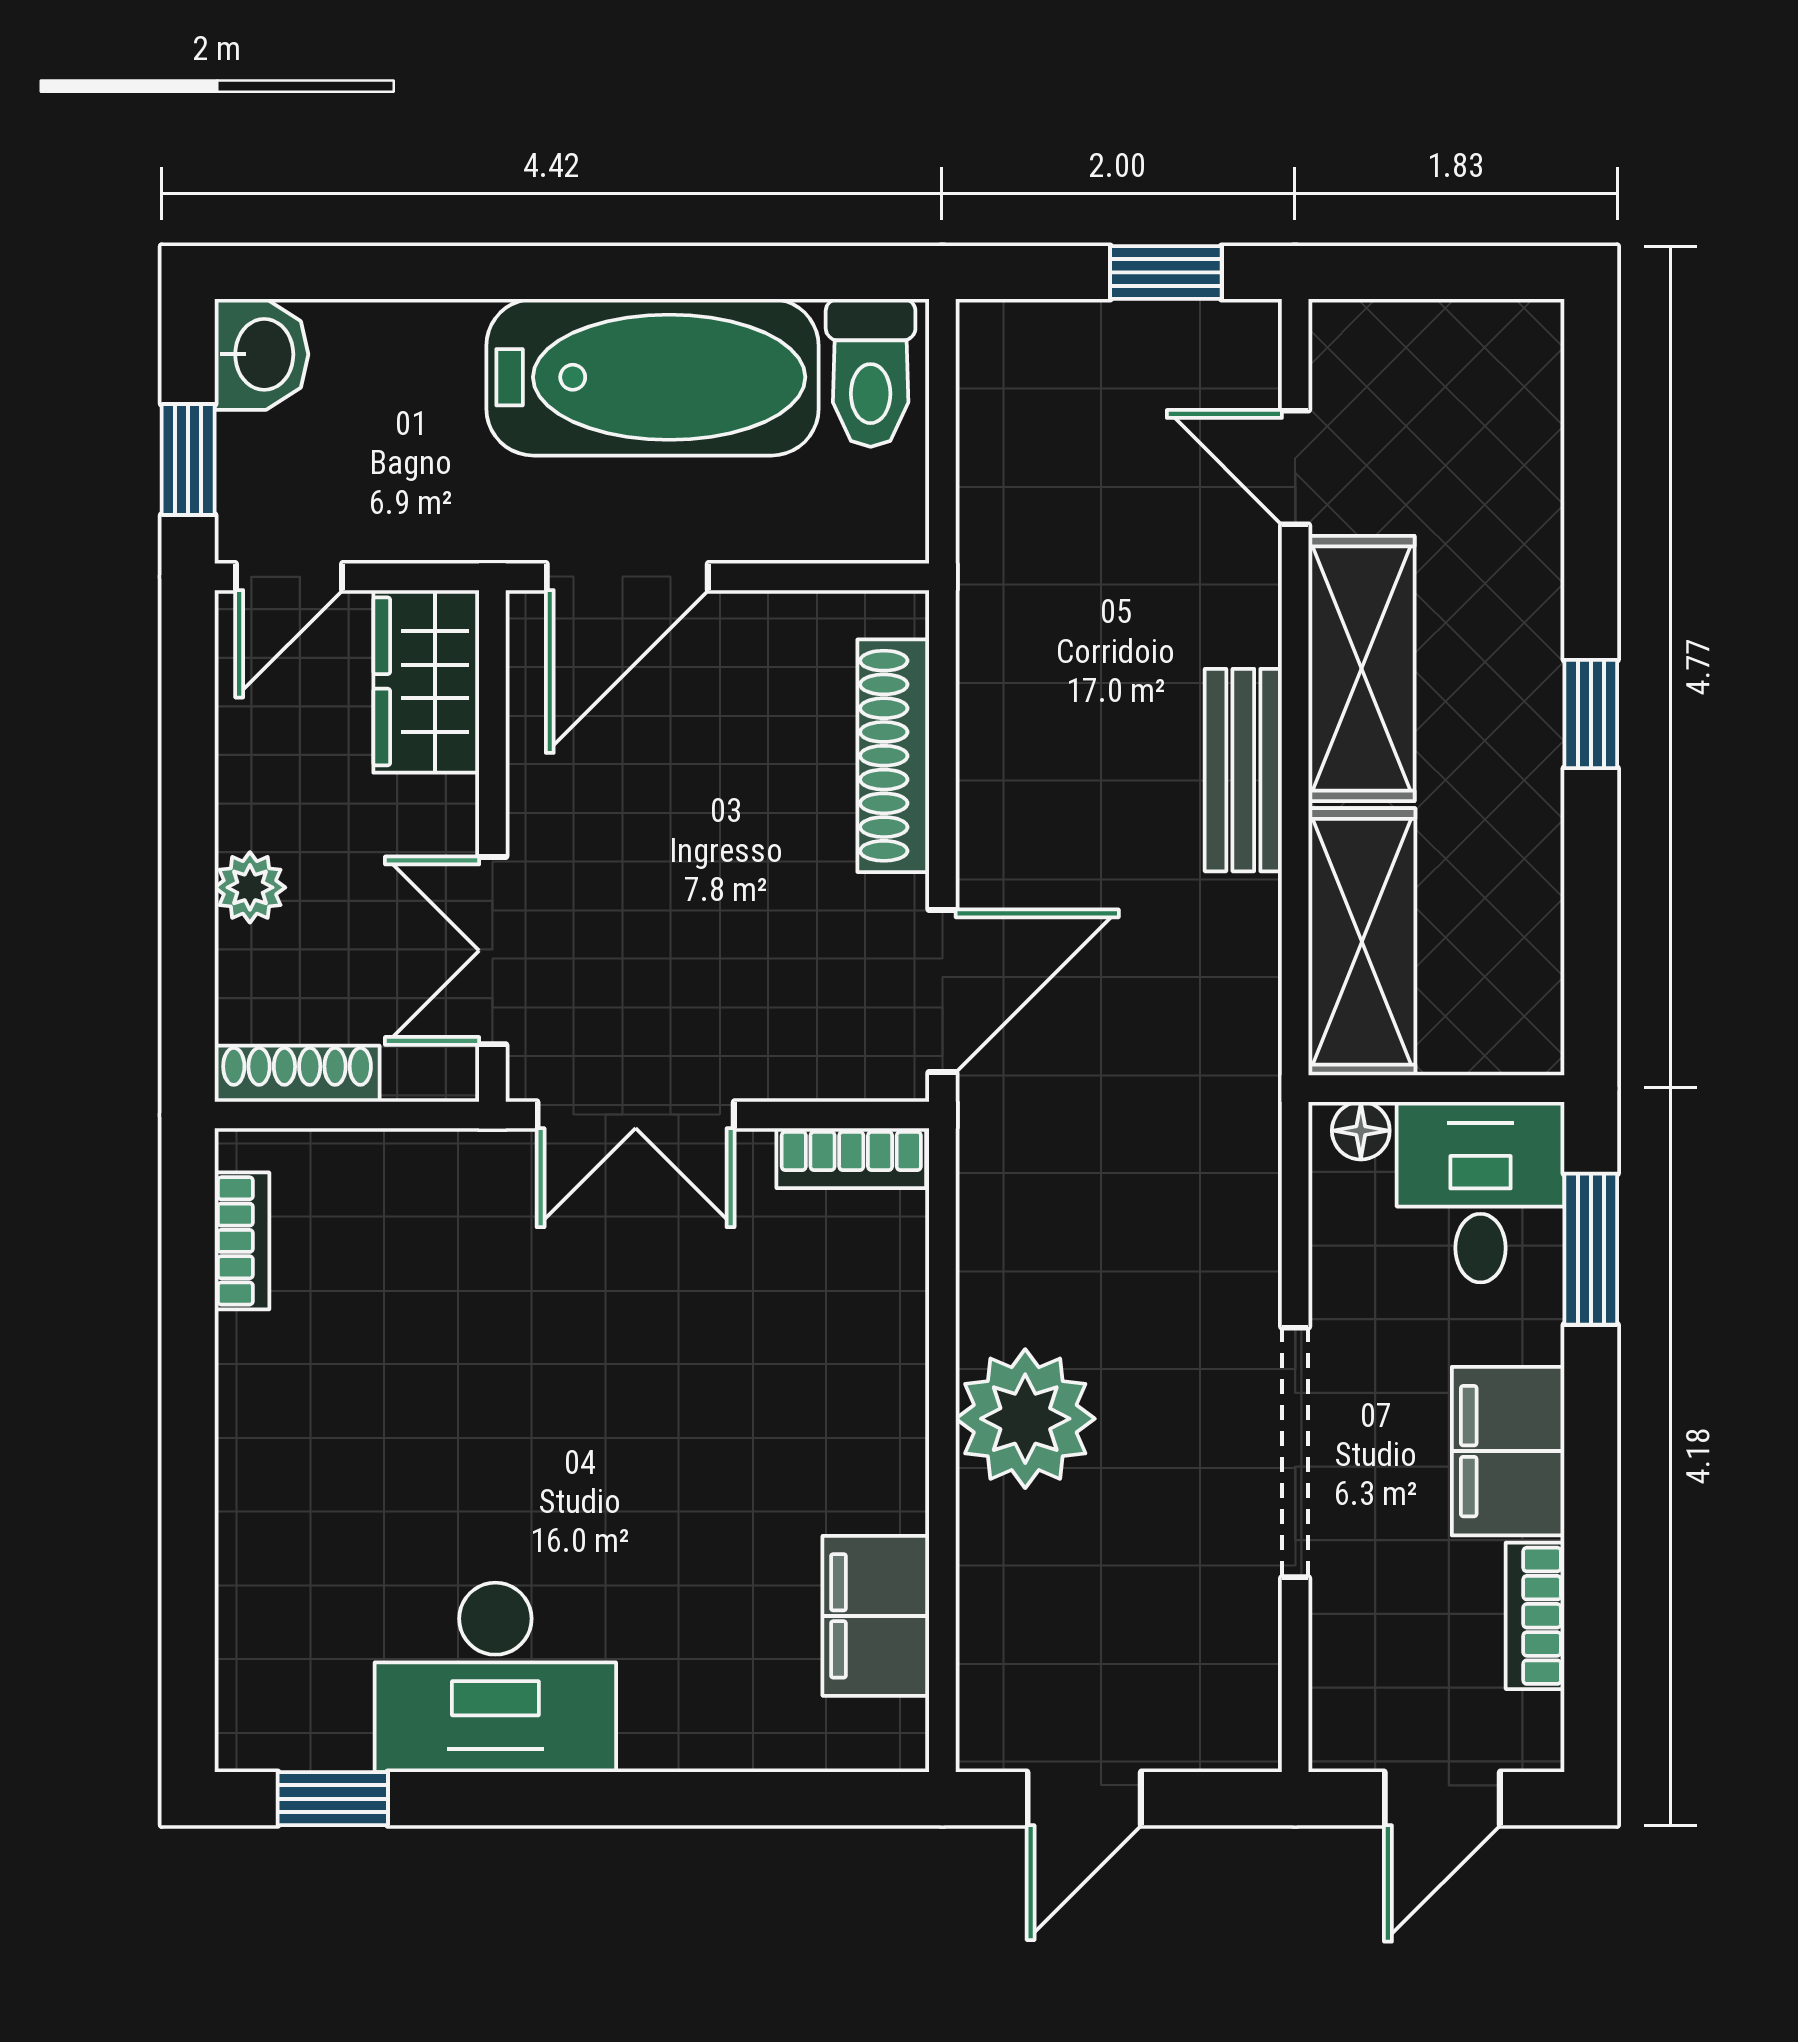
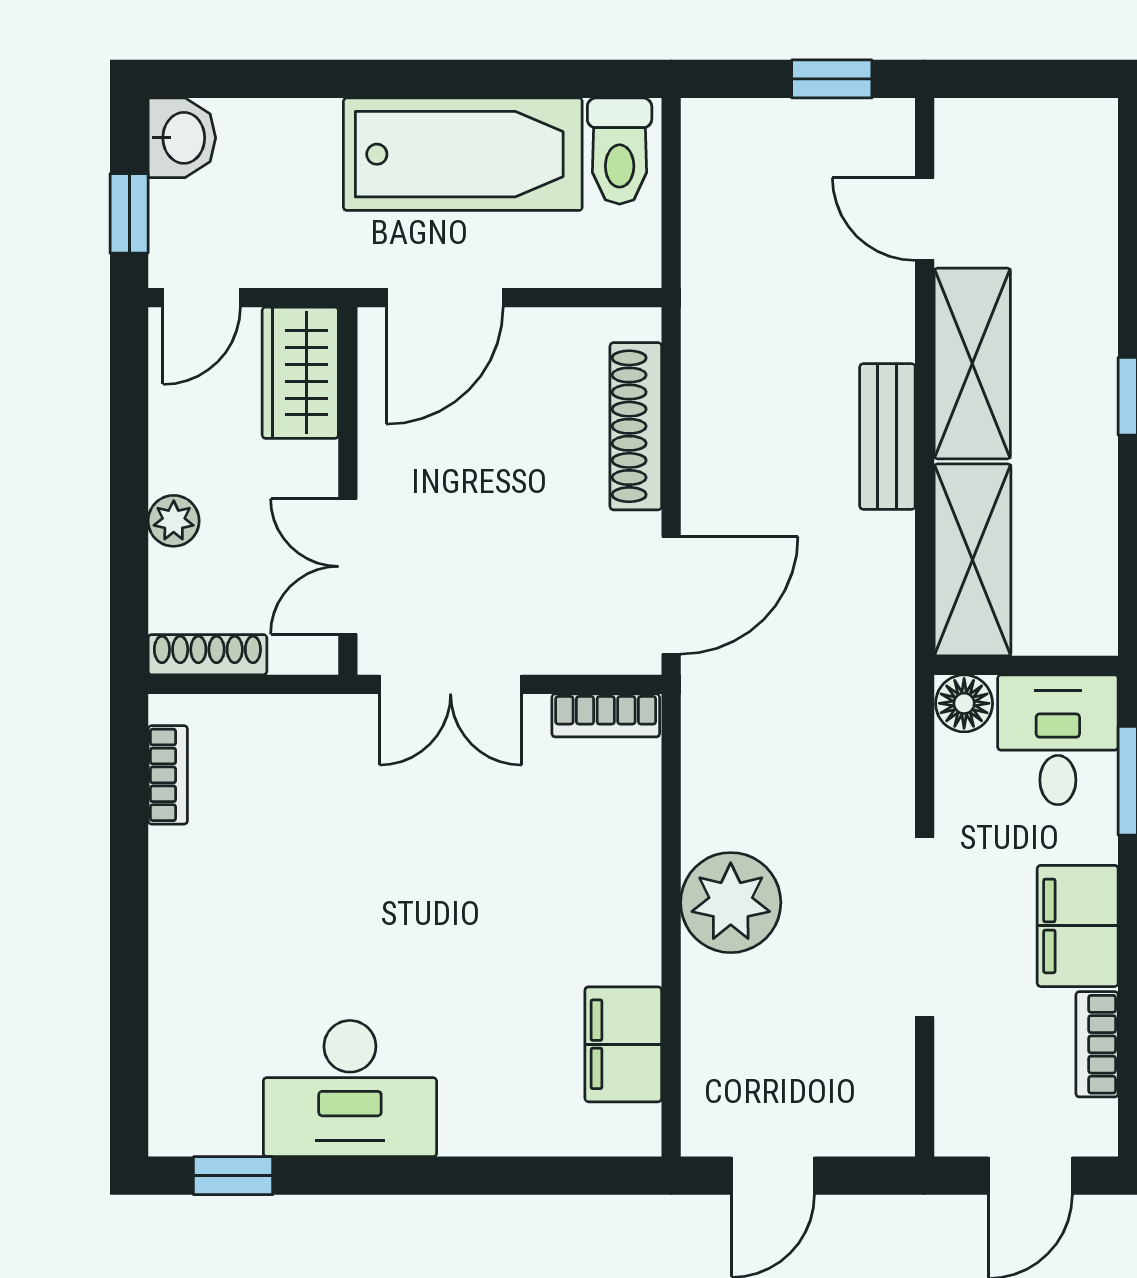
floor lamp: (1361, 1131) -> (964, 703), width x1.37, depth x1.37

